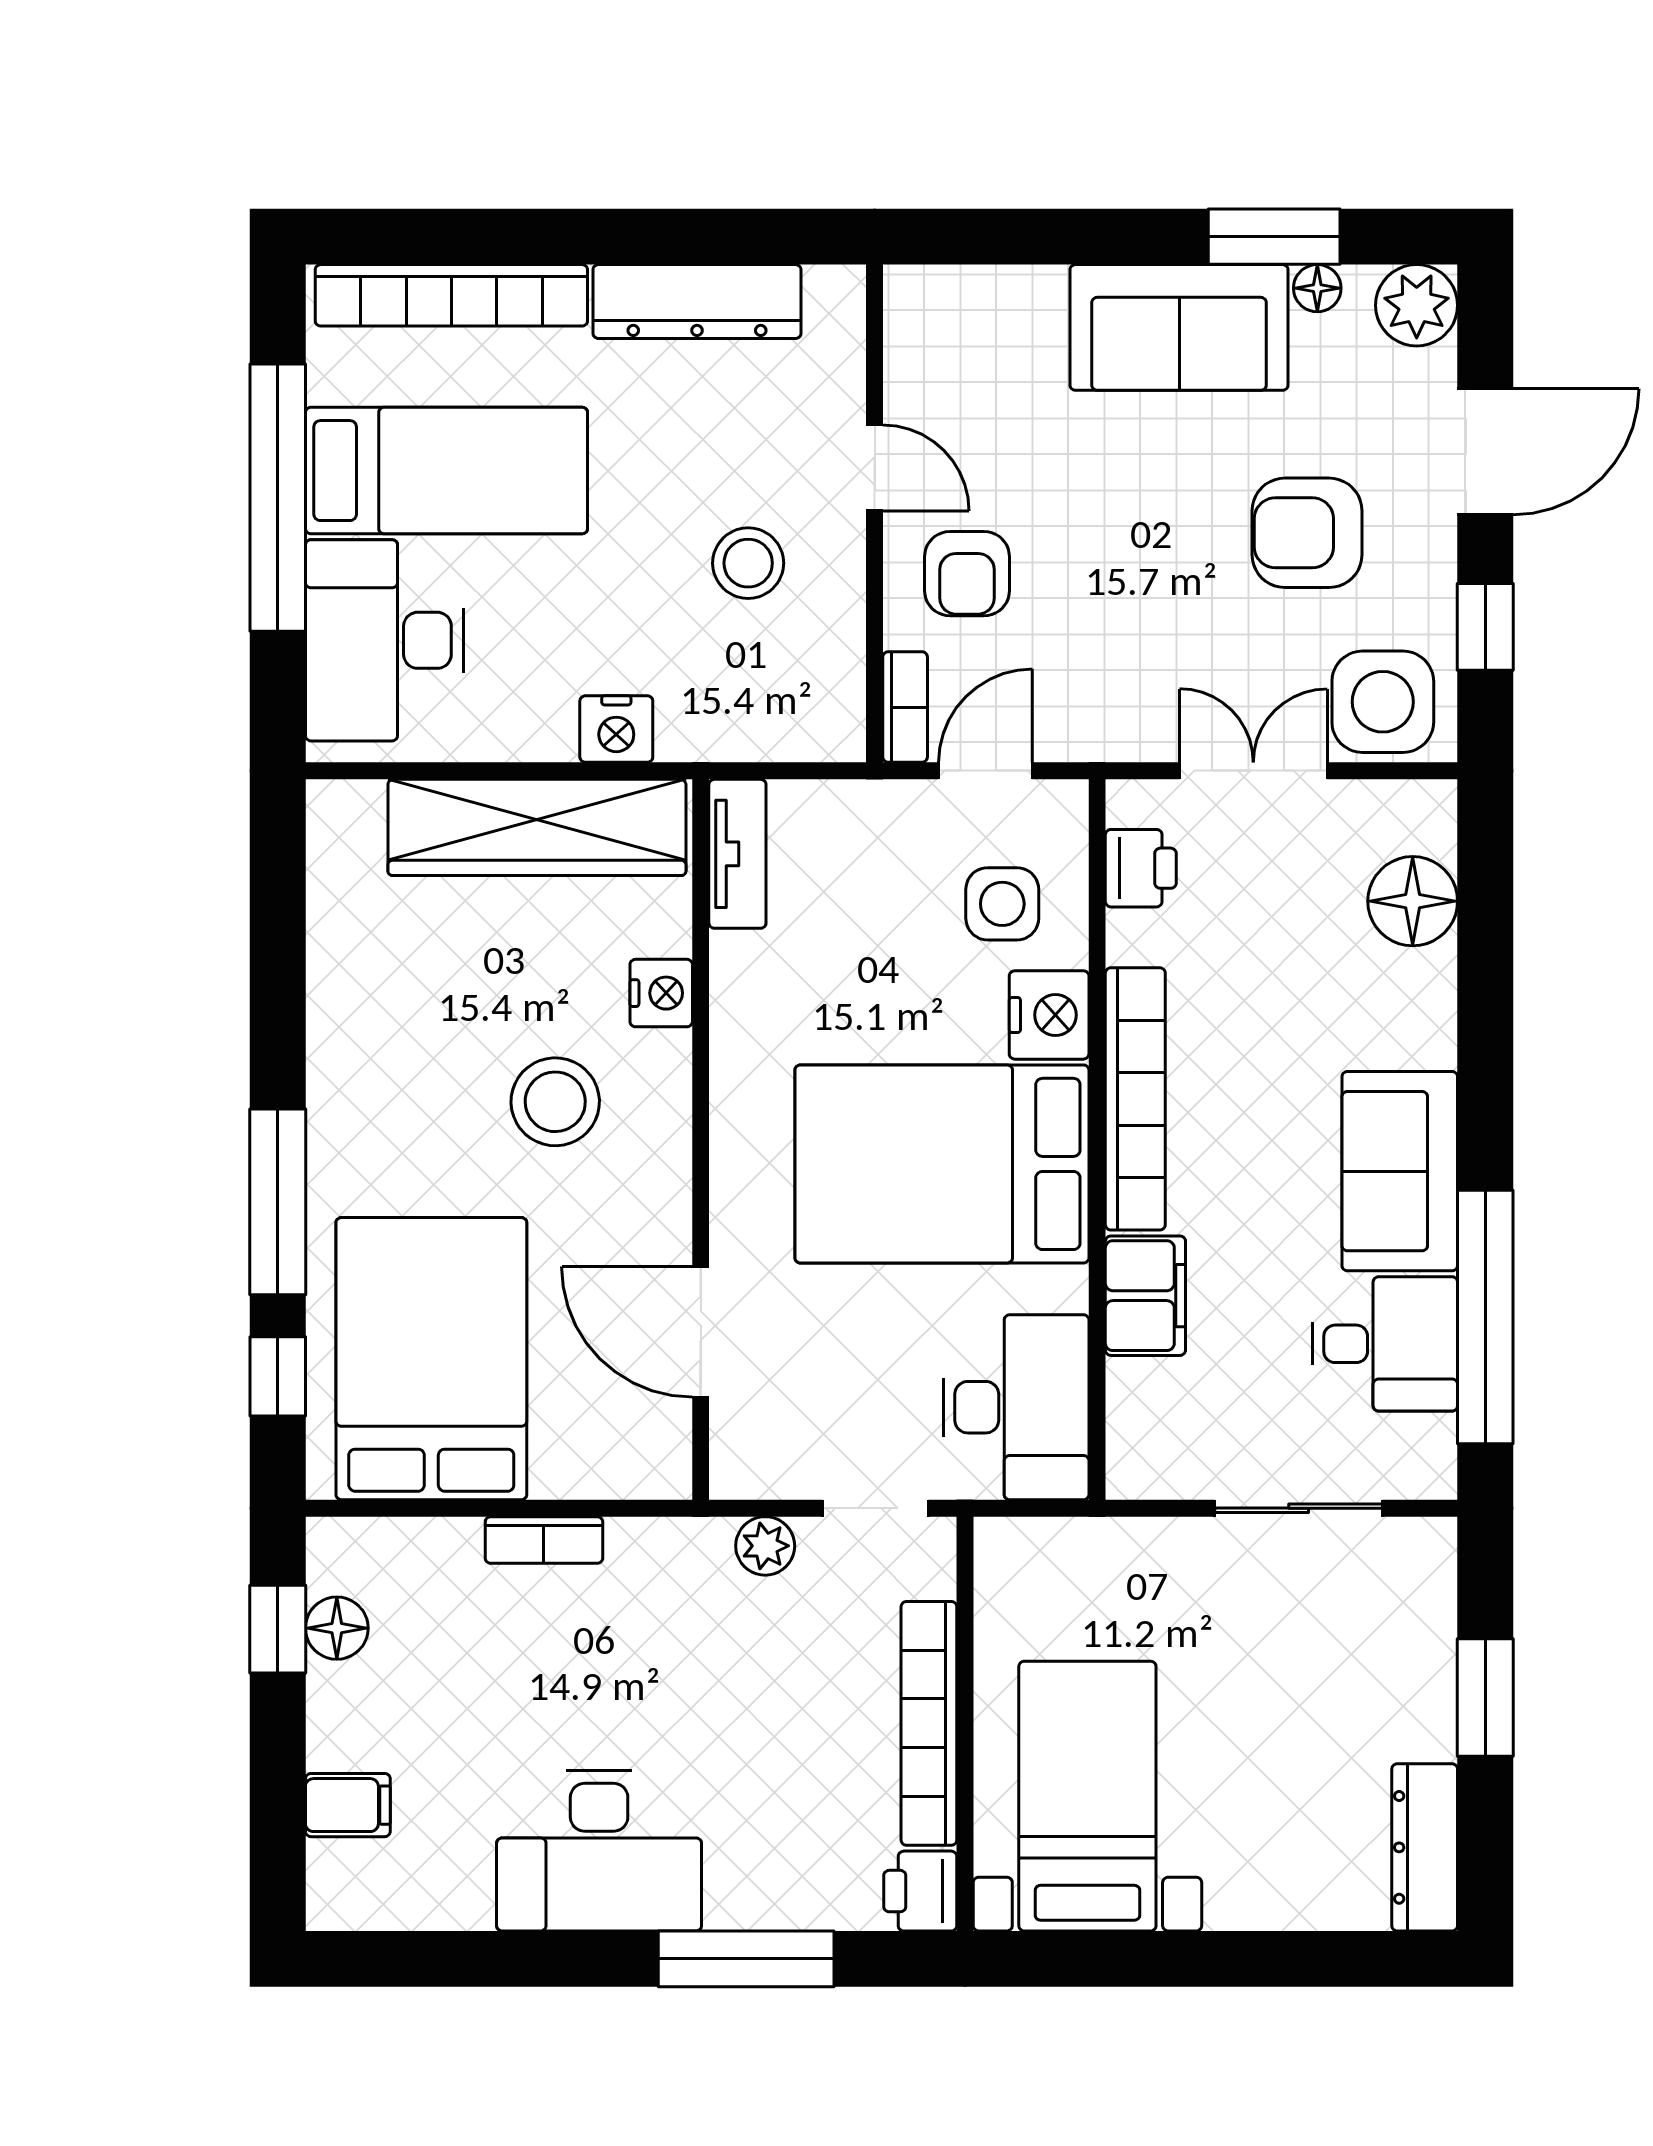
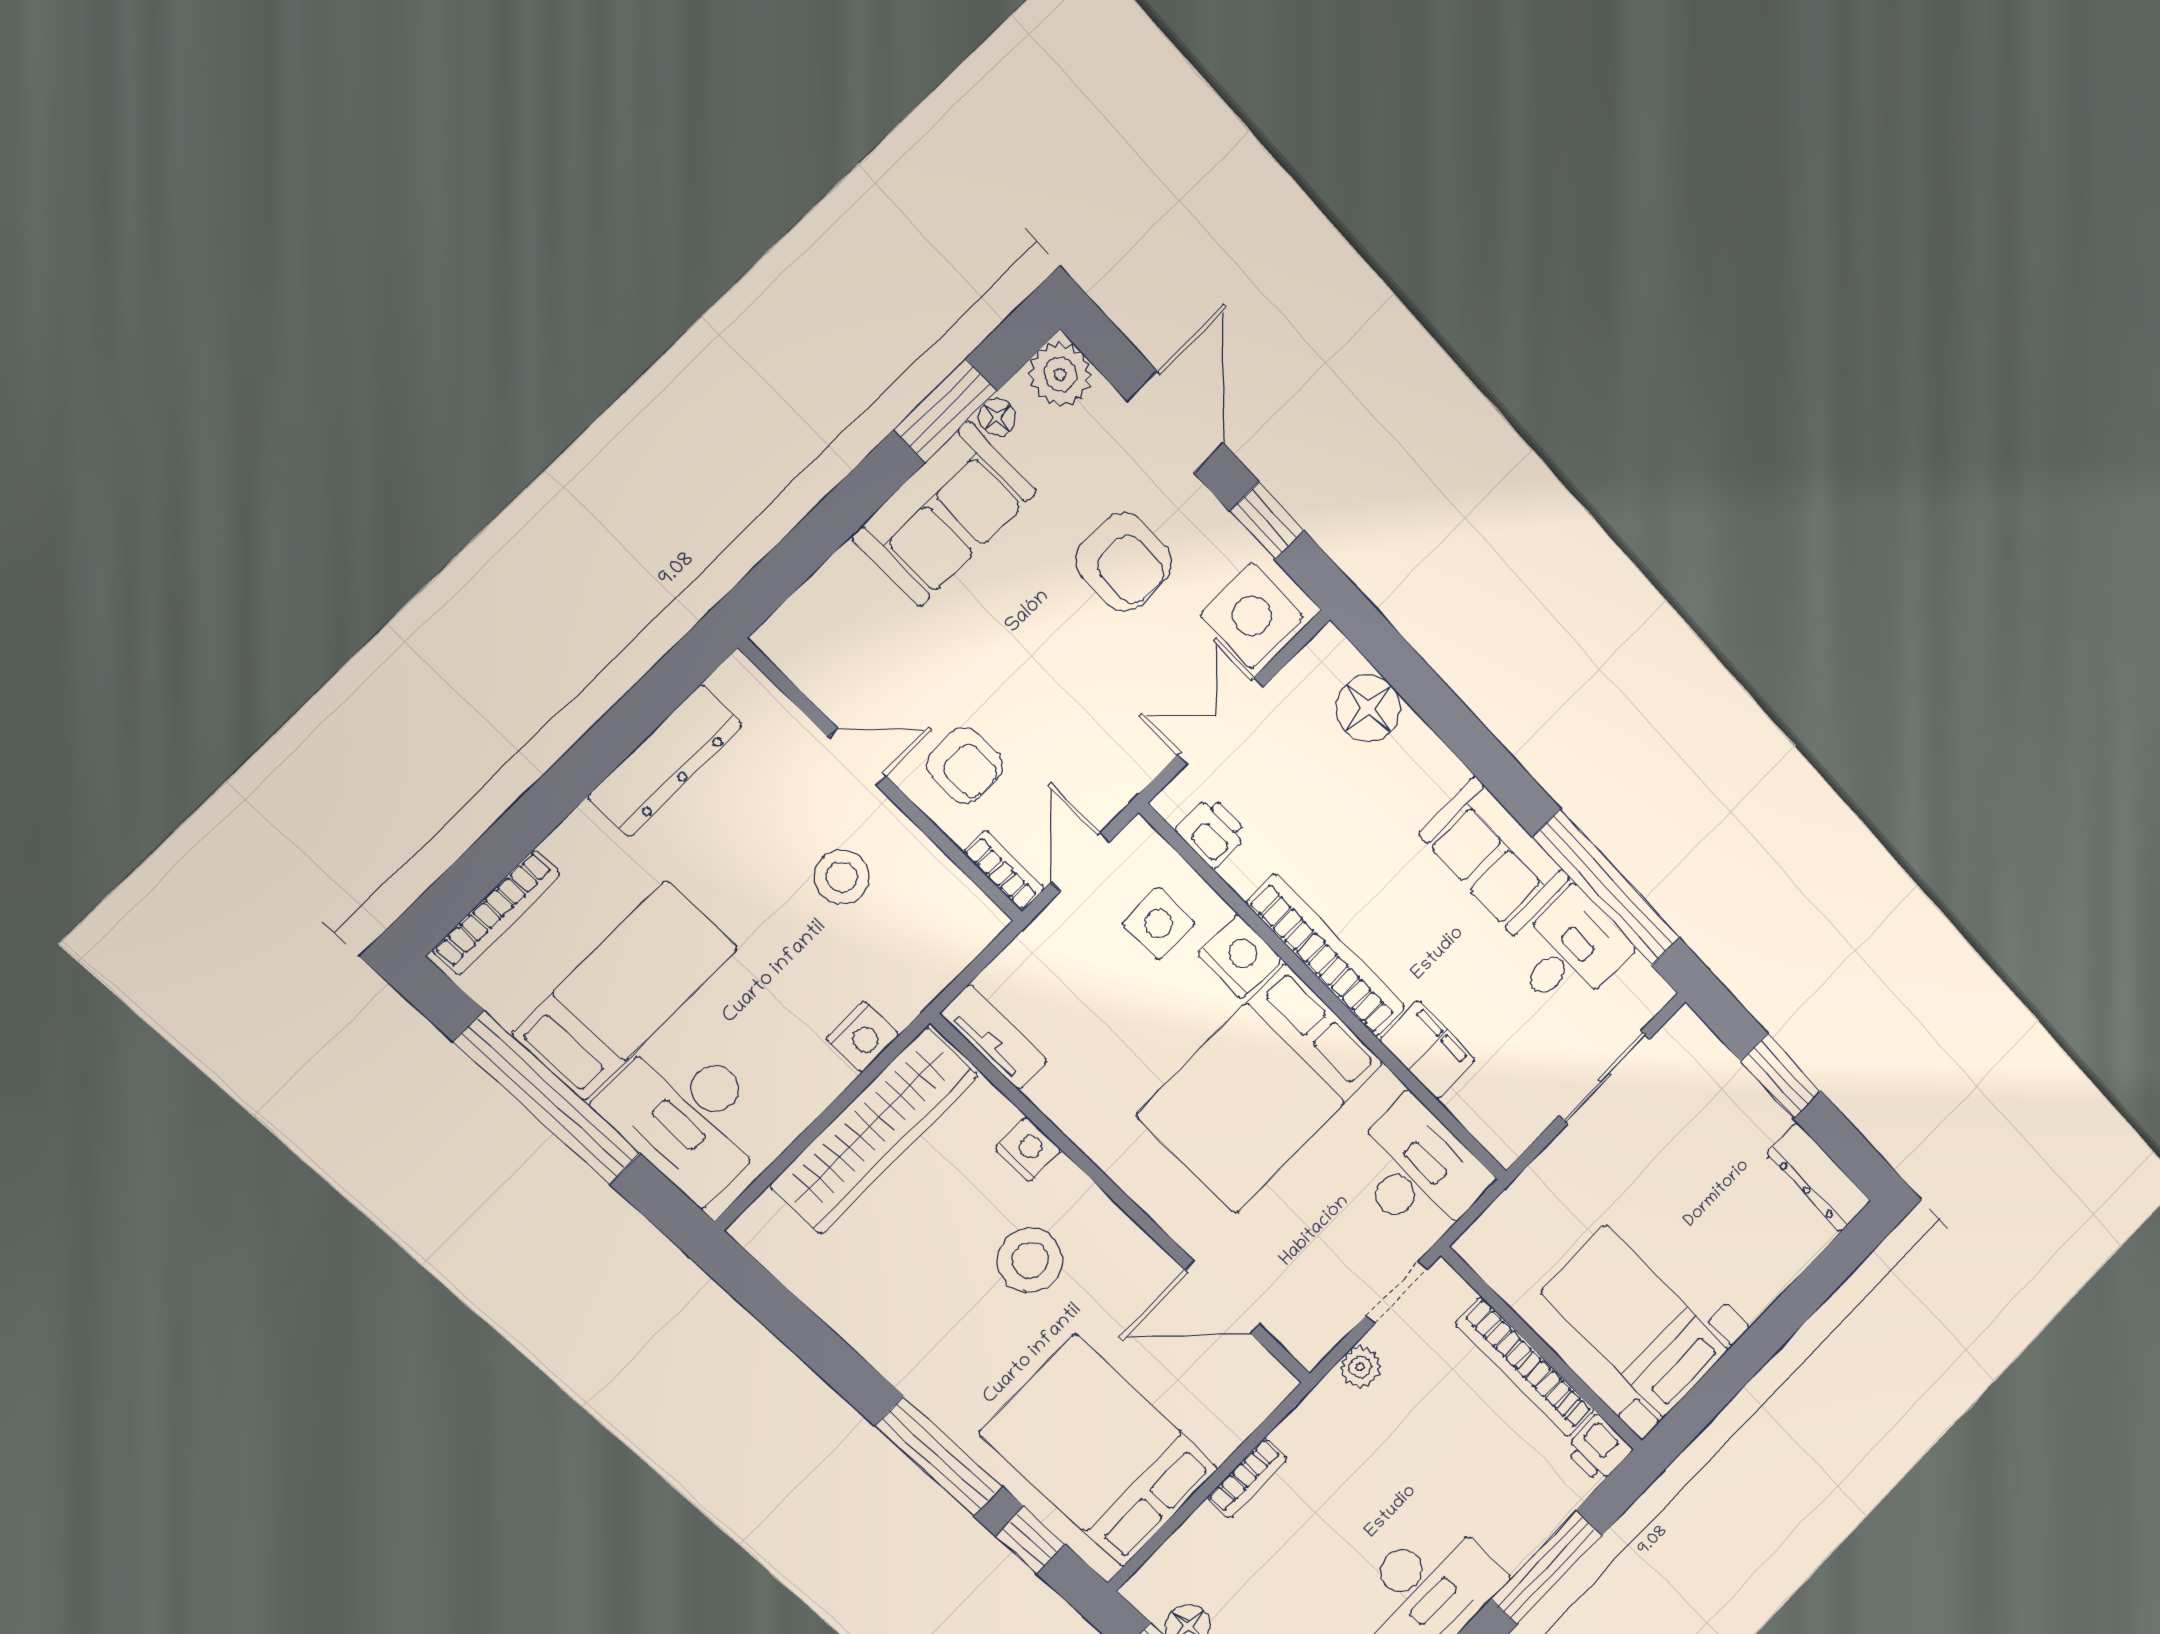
bookcase: (451, 295) -> (496, 913), width x0.68, depth x0.76
armchair: (1307, 533) -> (1124, 562), turned -90

